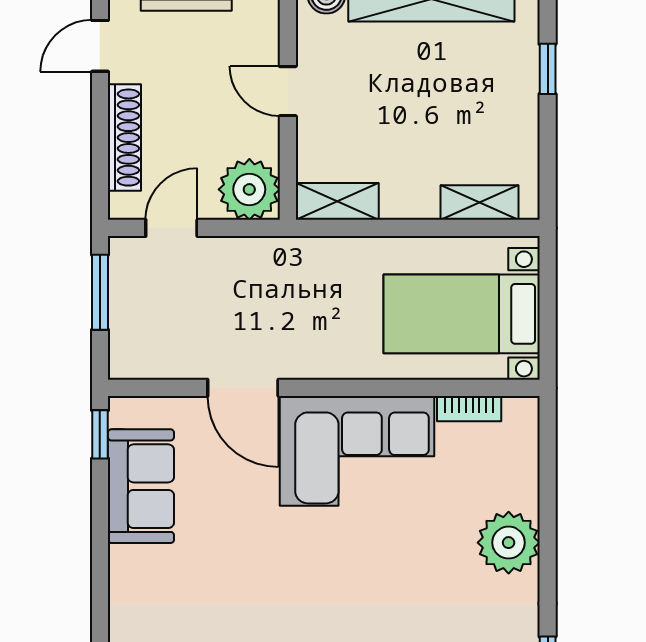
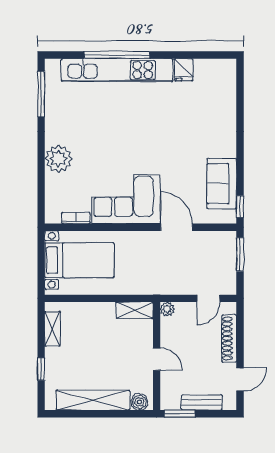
plant: (249, 189) -> (167, 309), width x0.53, depth x0.53
shelving: (479, 203) -> (52, 329), moved, turned 90
window: (100, 292) -> (240, 254), moved

